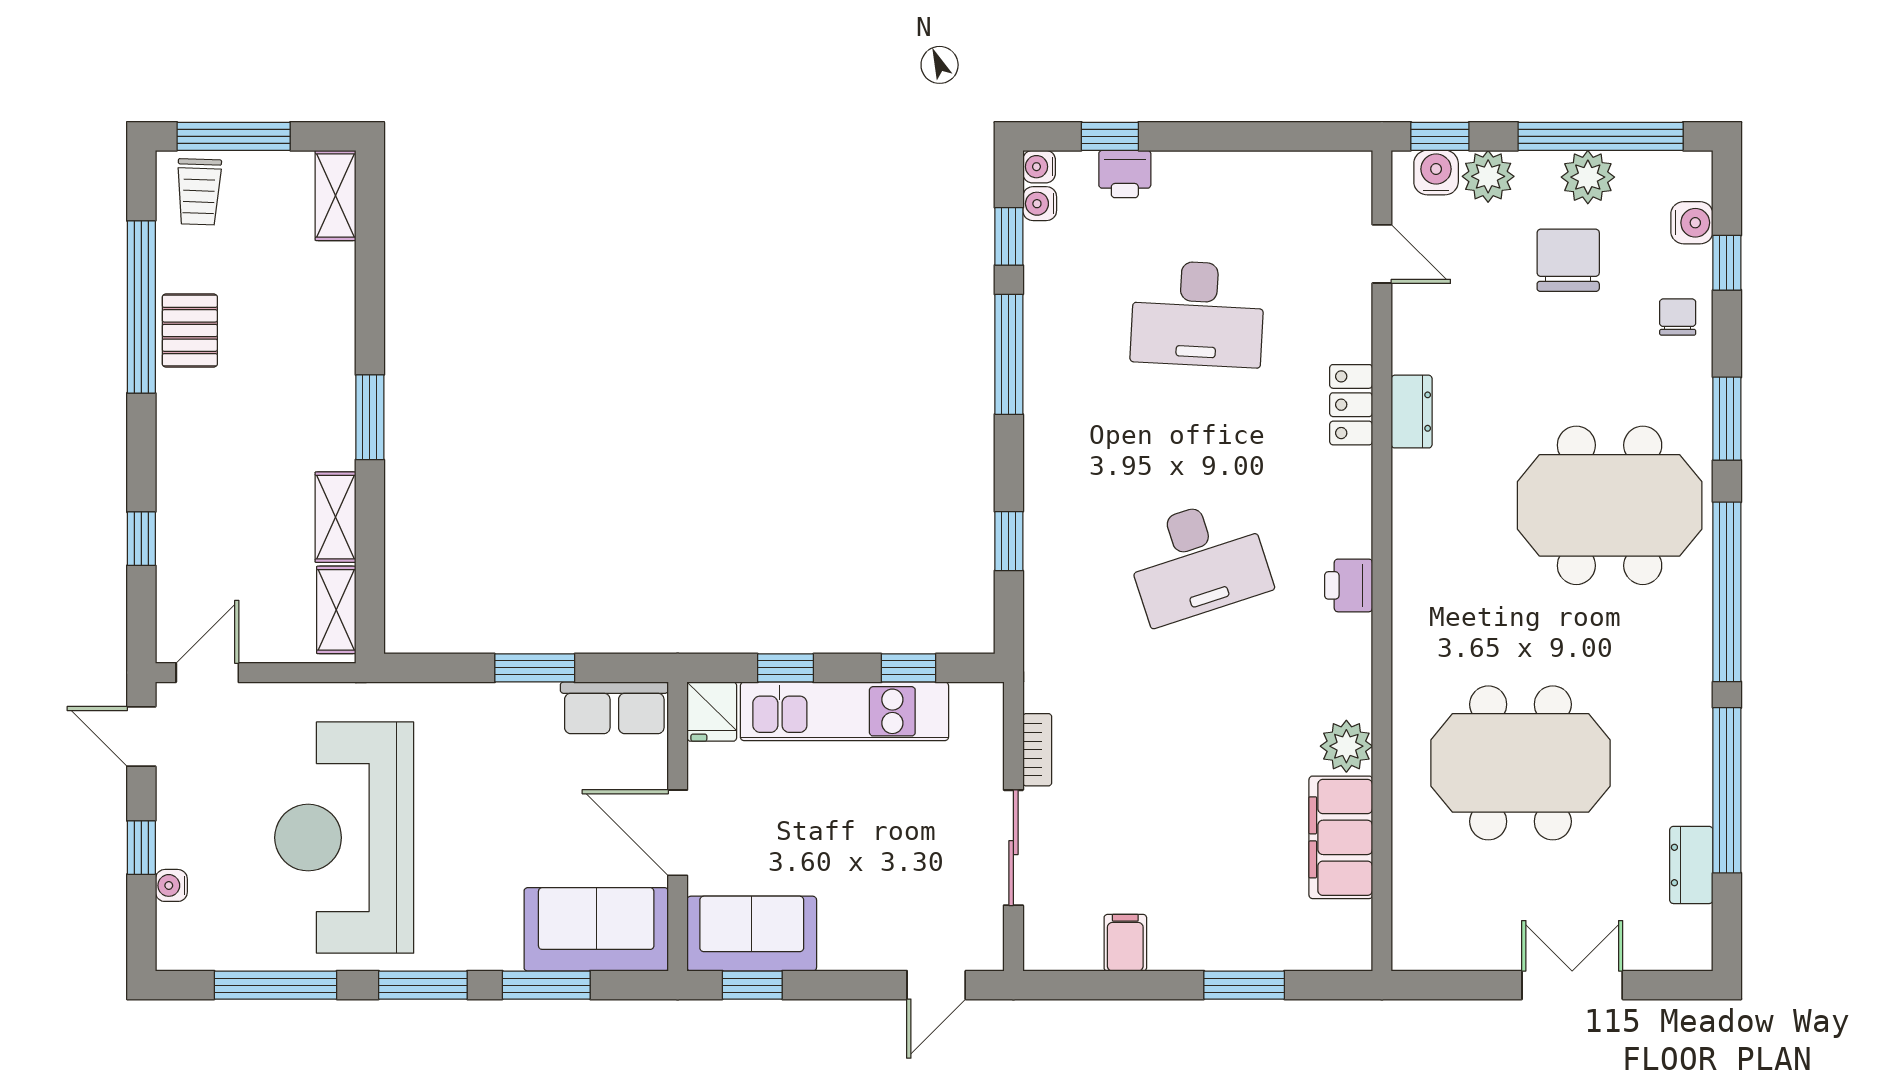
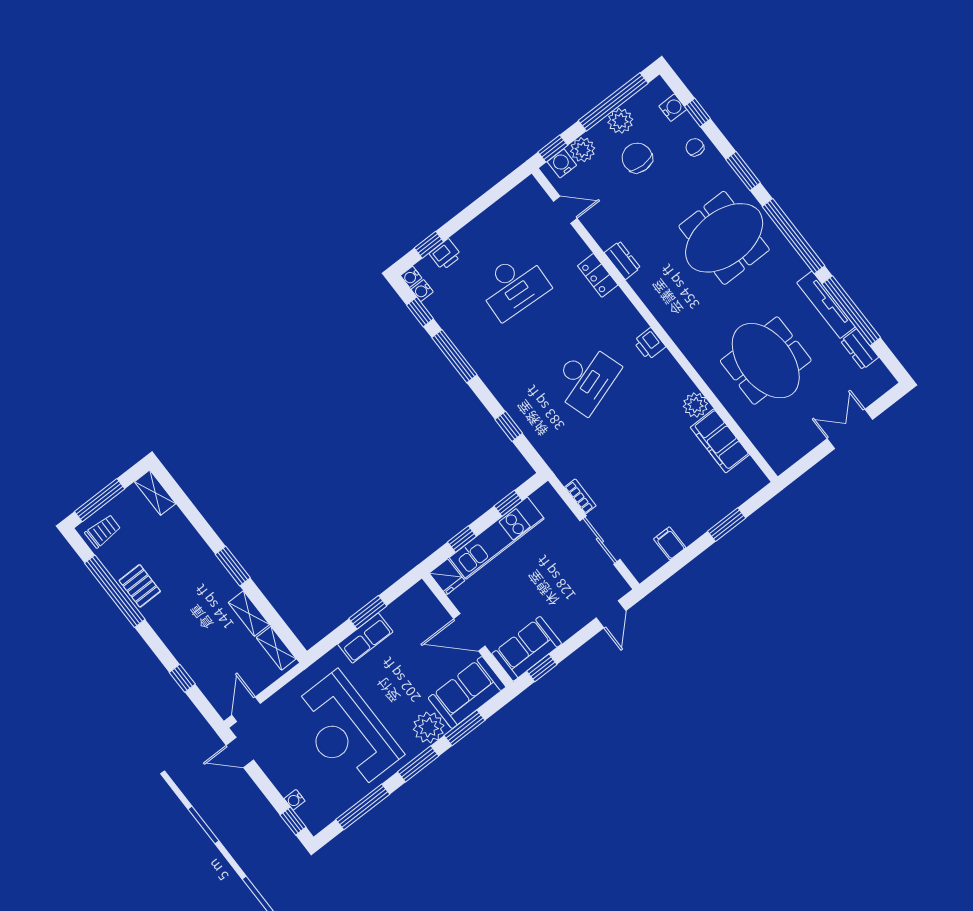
trolley: (199, 192) -> (103, 531), turned -92
row of seats: (614, 708) -> (365, 638), moved
tv unit: (1693, 748) -> (826, 305), added
meeting table: (1520, 763) -> (766, 361), turned 90
window: (141, 848) -> (293, 821), moved
plant: (487, 938) -> (429, 727), added

